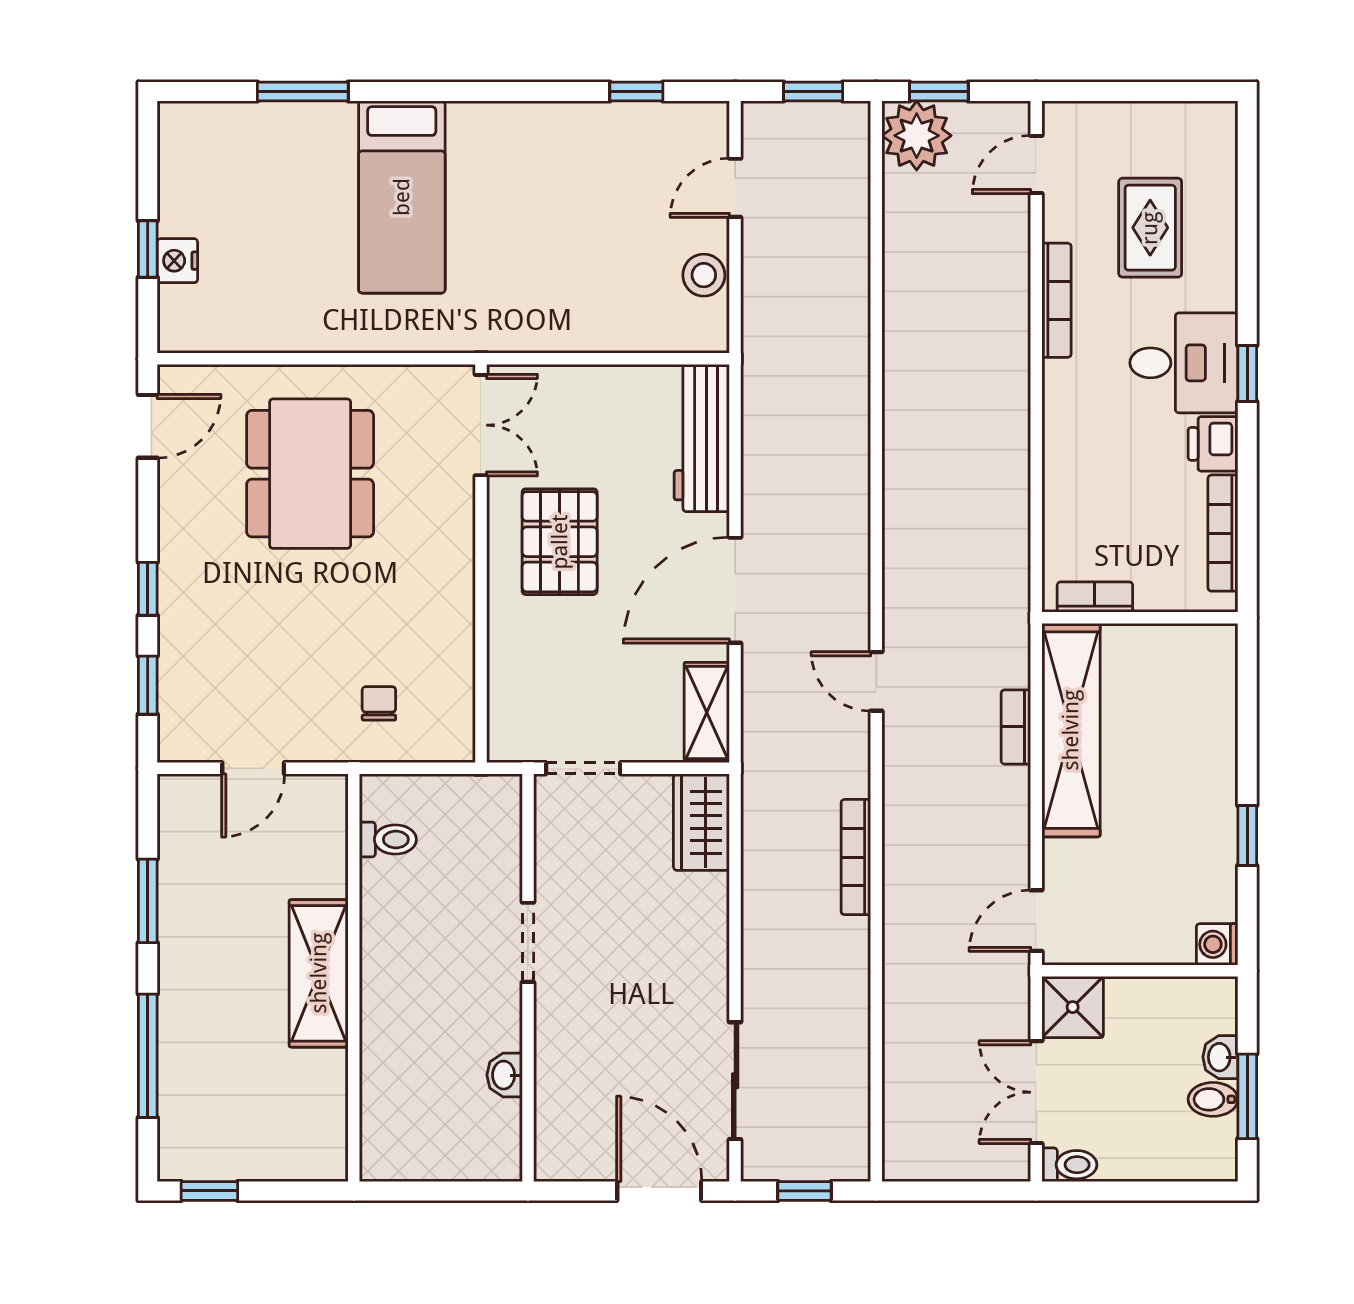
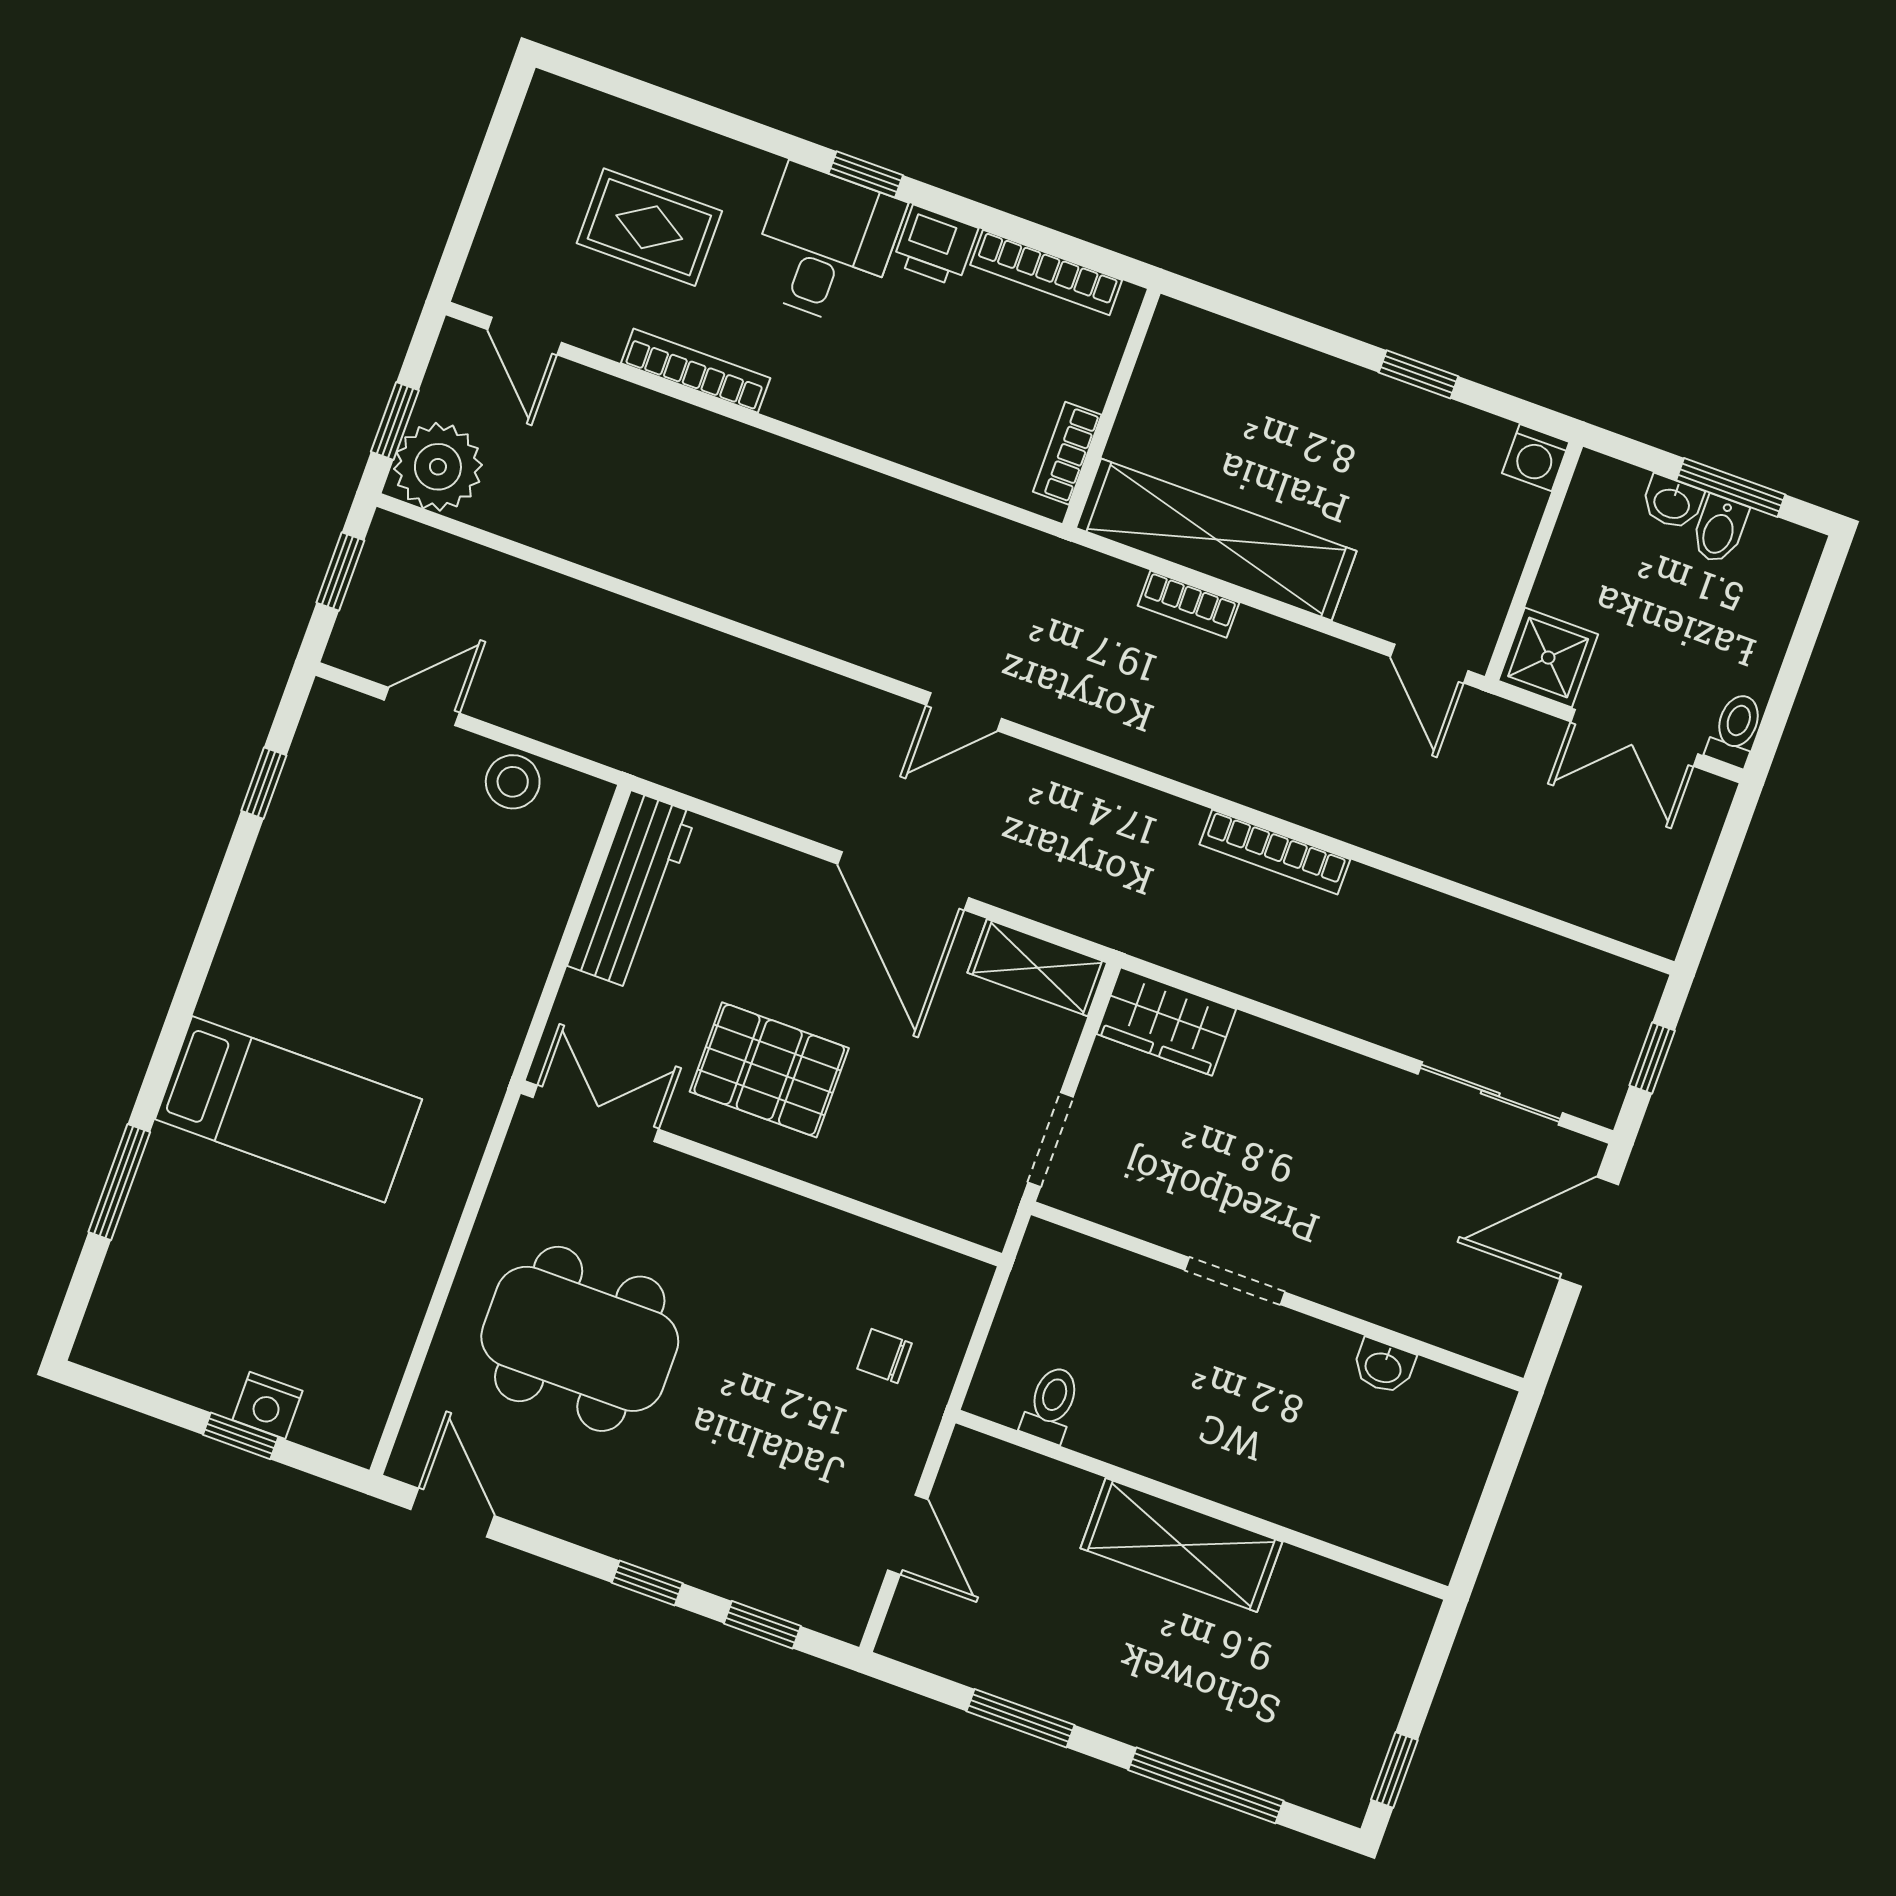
door: (735, 188) -> (422, 707), swing flipped
workbench: (702, 438) -> (632, 890), moved, turned -90
door: (876, 681) -> (964, 712), moved

